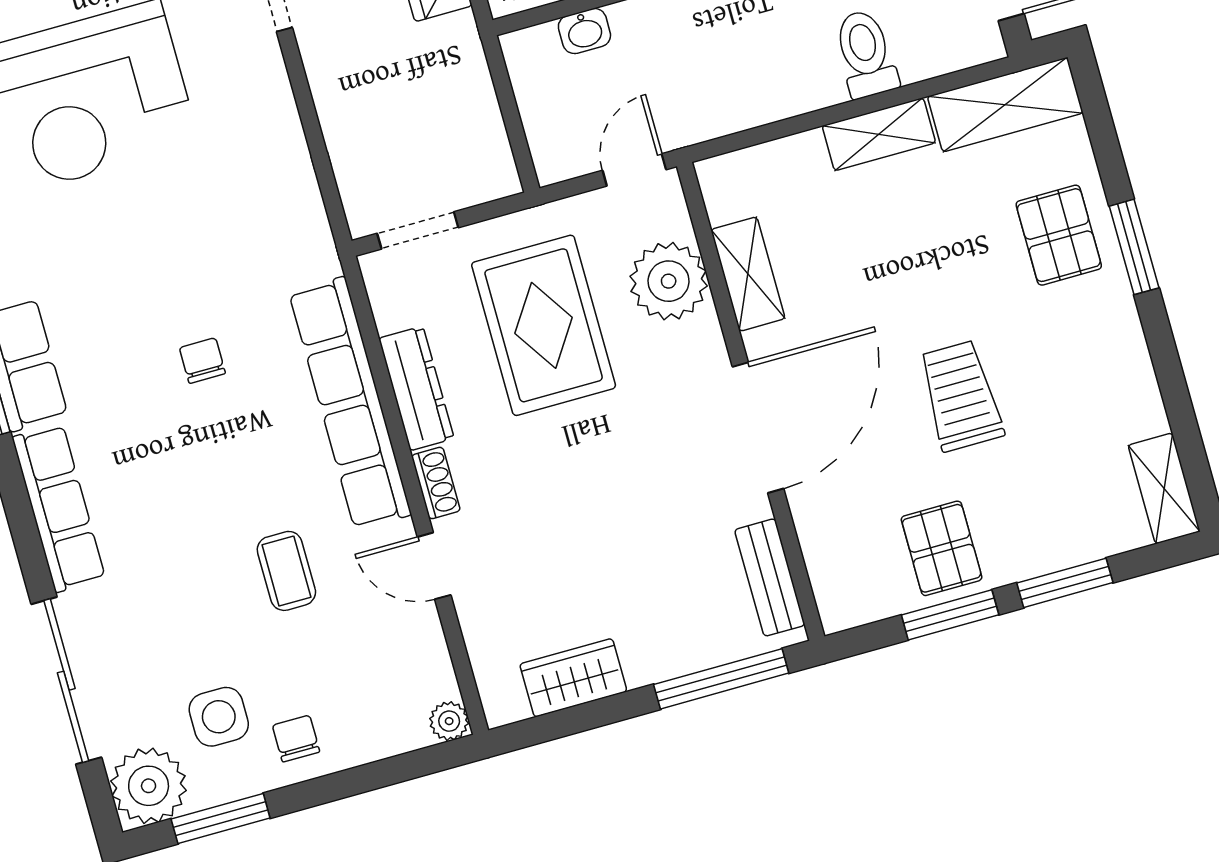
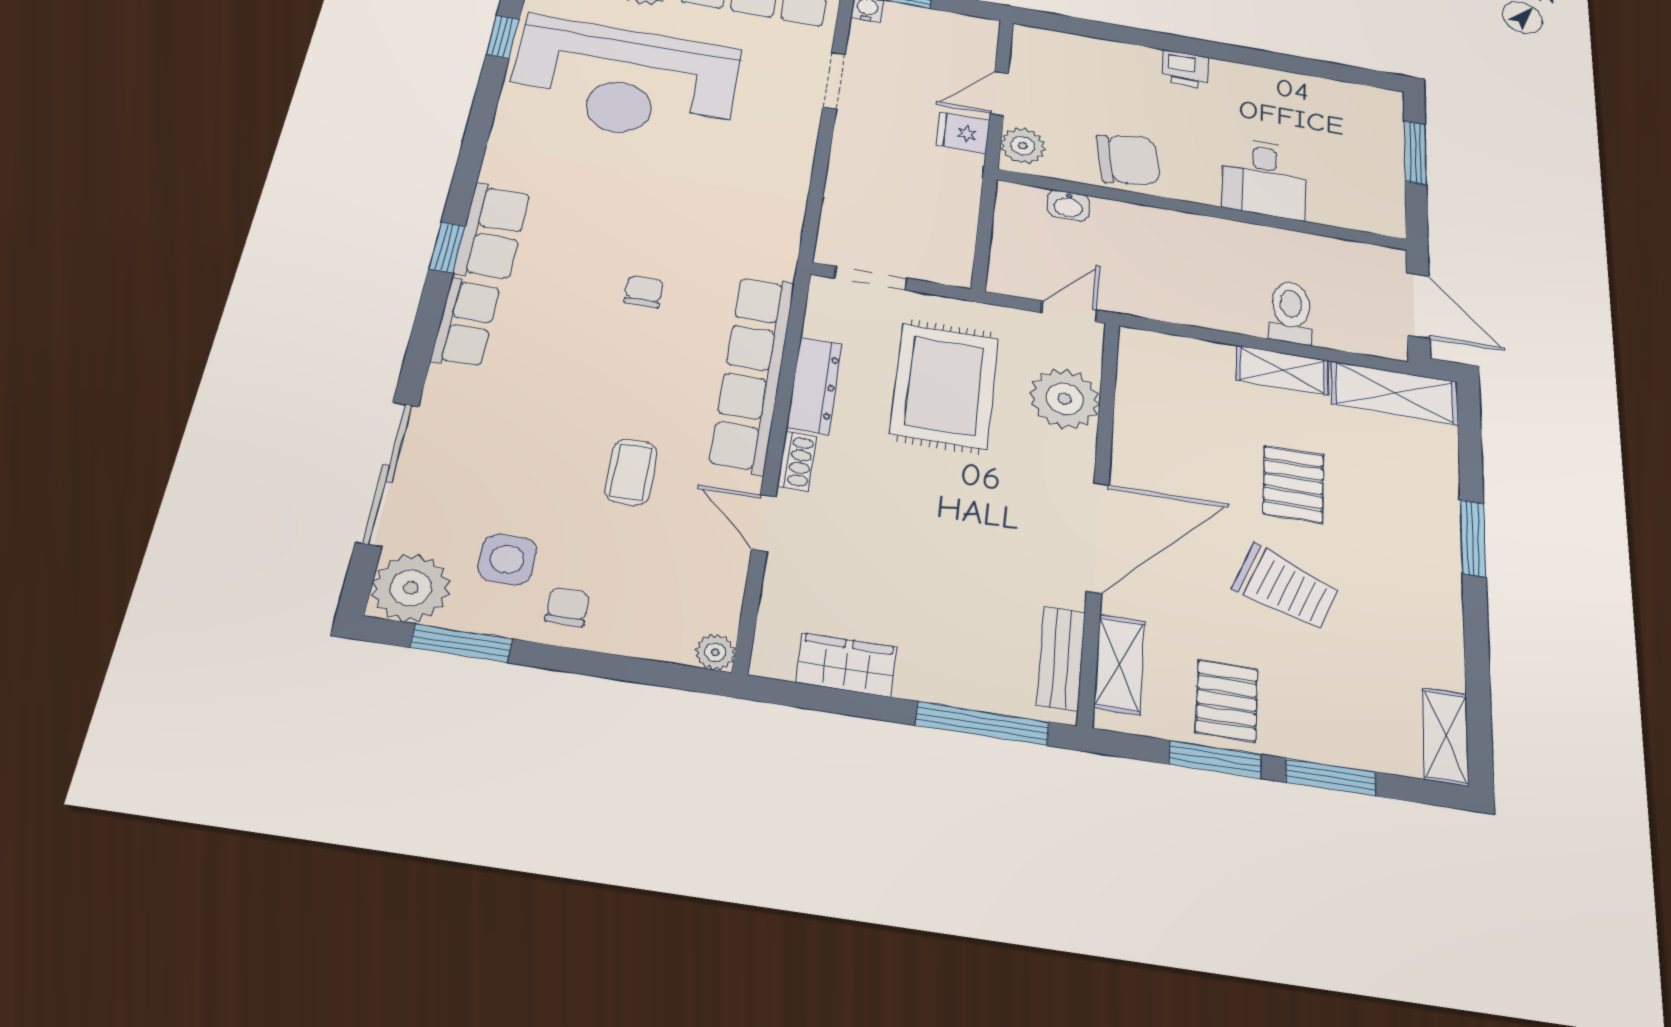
pallet: (1059, 235) -> (1293, 484), moved
shelving: (748, 274) -> (1120, 664), moved
trolley: (961, 396) -> (1286, 587), turned 111
row of seats: (59, 508) -> (466, 323), width x0.68

